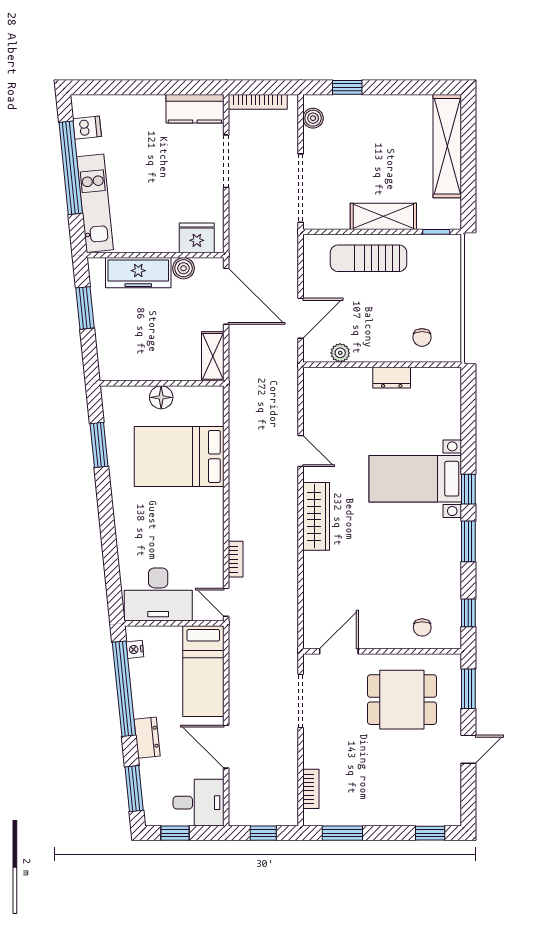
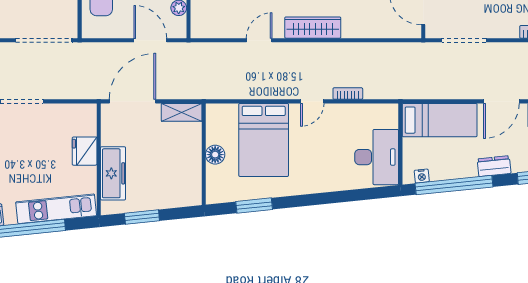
fridge: (197, 238) -> (85, 151), moved
boiler: (184, 268) -> (109, 136), removed
door: (226, 602) -> (312, 101), moved

